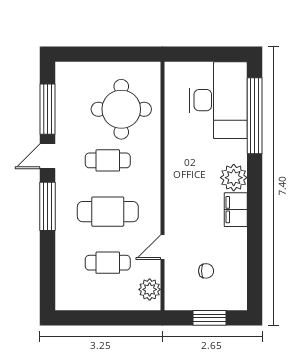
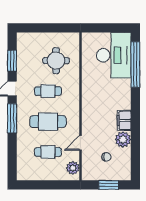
window: (47, 109) -> (12, 61), width x0.69
round table: (121, 109) -> (56, 61), width x0.73, depth x0.73
plant: (234, 178) -> (123, 140), moved

